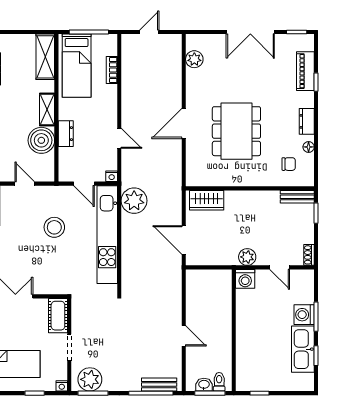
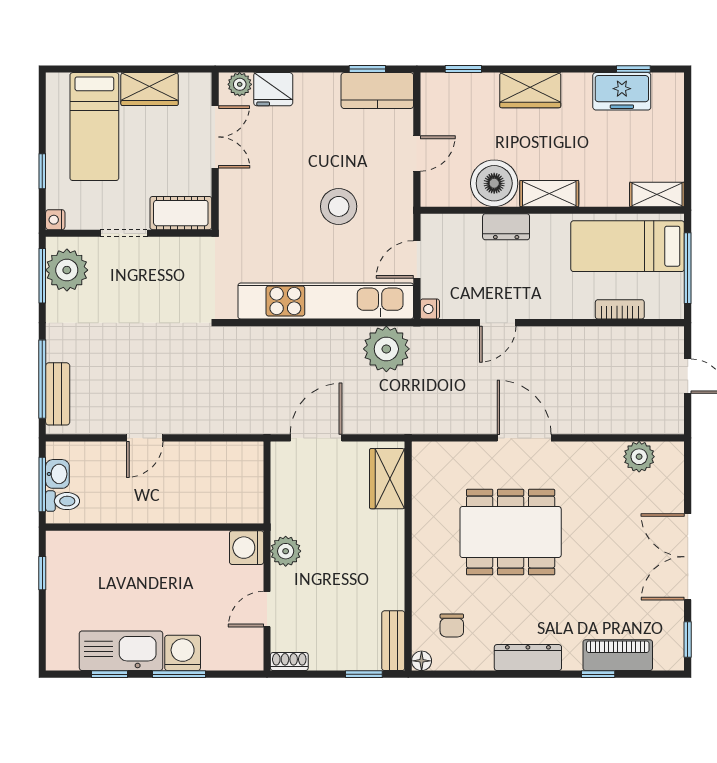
shelving: (45, 57) -> (657, 194), width x0.67, depth x0.75
dresser: (307, 121) -> (528, 658), width x1.44
floor lamp: (309, 147) -> (422, 661), moved

